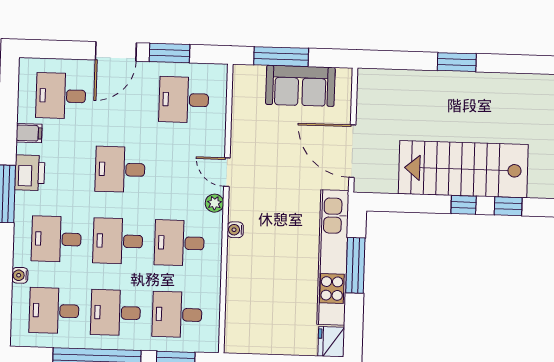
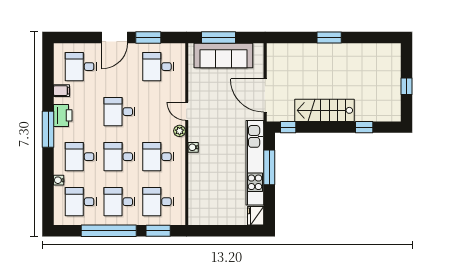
sofa: (300, 86) -> (223, 56), width x1.36
stairs: (463, 169) -> (324, 110), width x0.73, depth x0.66
window: (464, 205) -> (288, 127), moved

